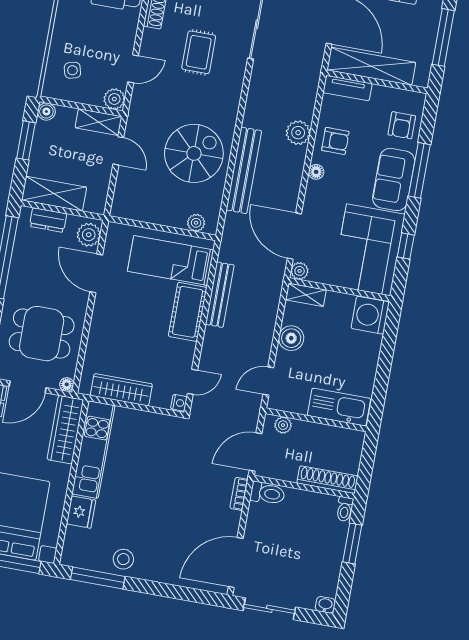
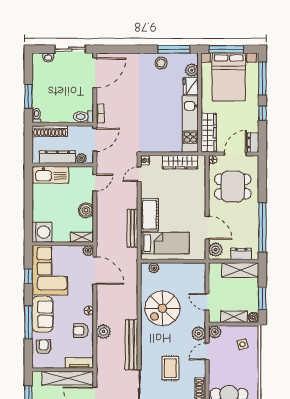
plant: (142, 101) -> (199, 334), added
shelving: (99, 122) -> (234, 317), moved
bench: (244, 170) -> (131, 345), moved
dresser: (322, 435) -> (57, 157), added
plant: (75, 538) -> (192, 70), added
washbasin: (325, 605) -> (48, 57), moved

